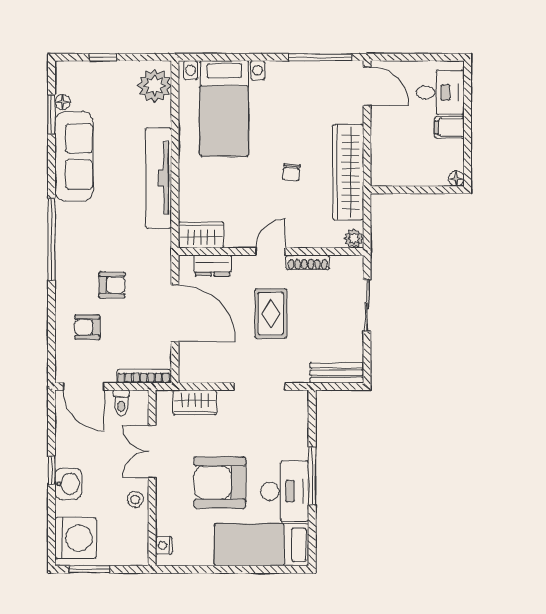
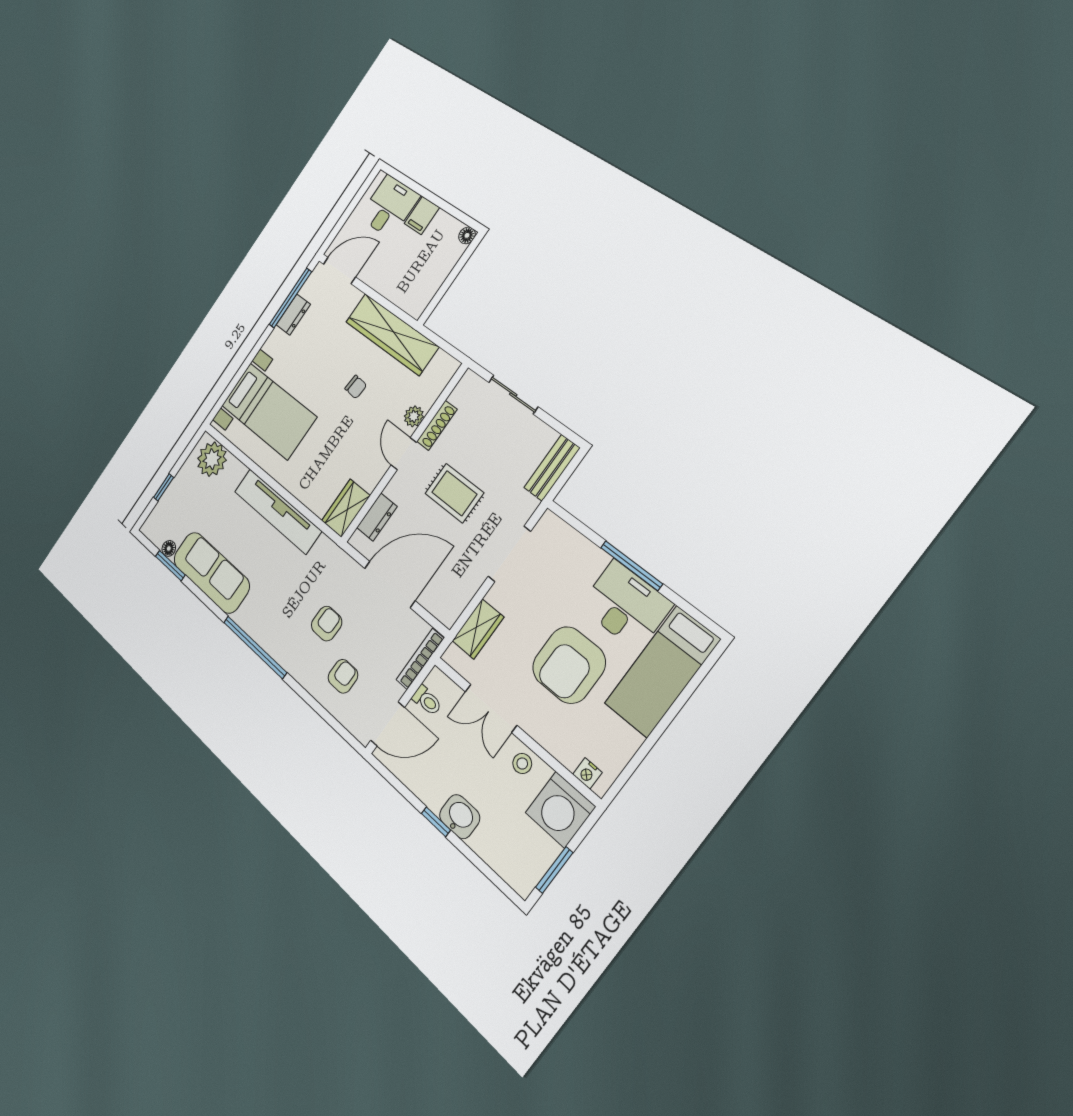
dresser: (309, 70) -> (293, 314), added
plant: (354, 239) -> (414, 416), moved
armchair: (87, 327) -> (343, 676), turned 180
washing machine: (75, 538) -> (560, 810), moved, turned 180

